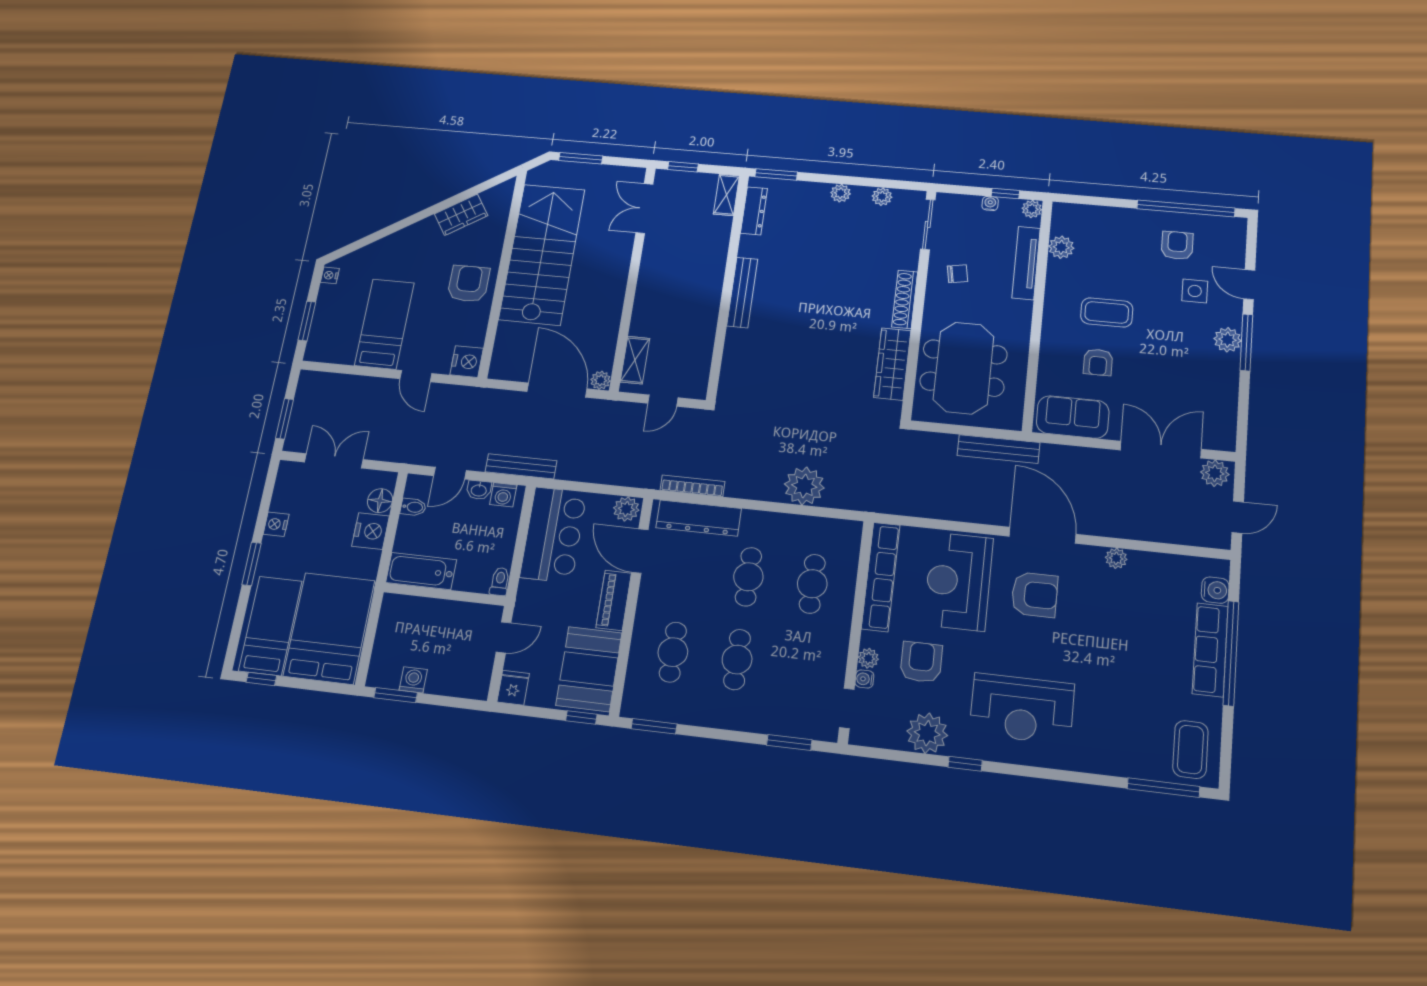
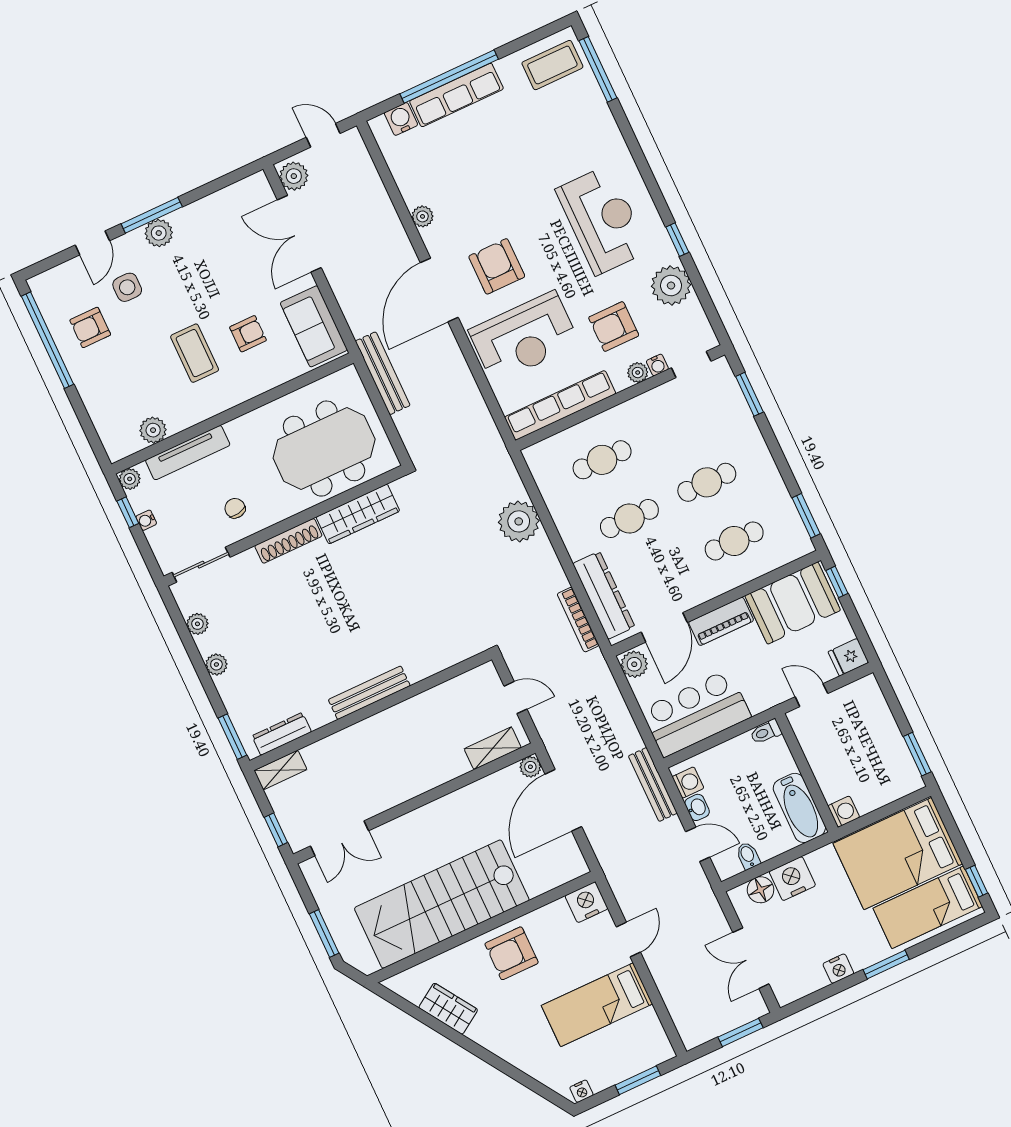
washing machine: (413, 680) -> (844, 812), moved, turned 180

